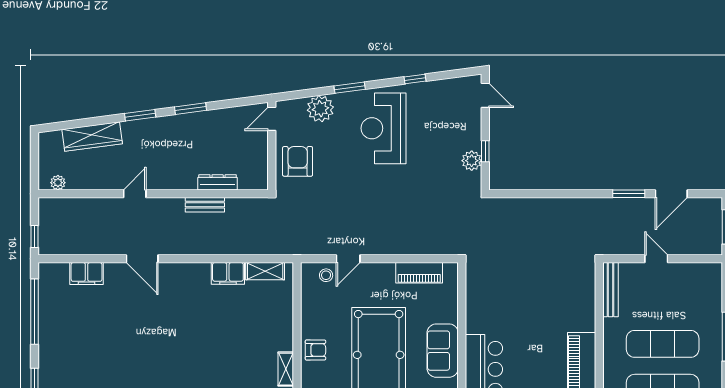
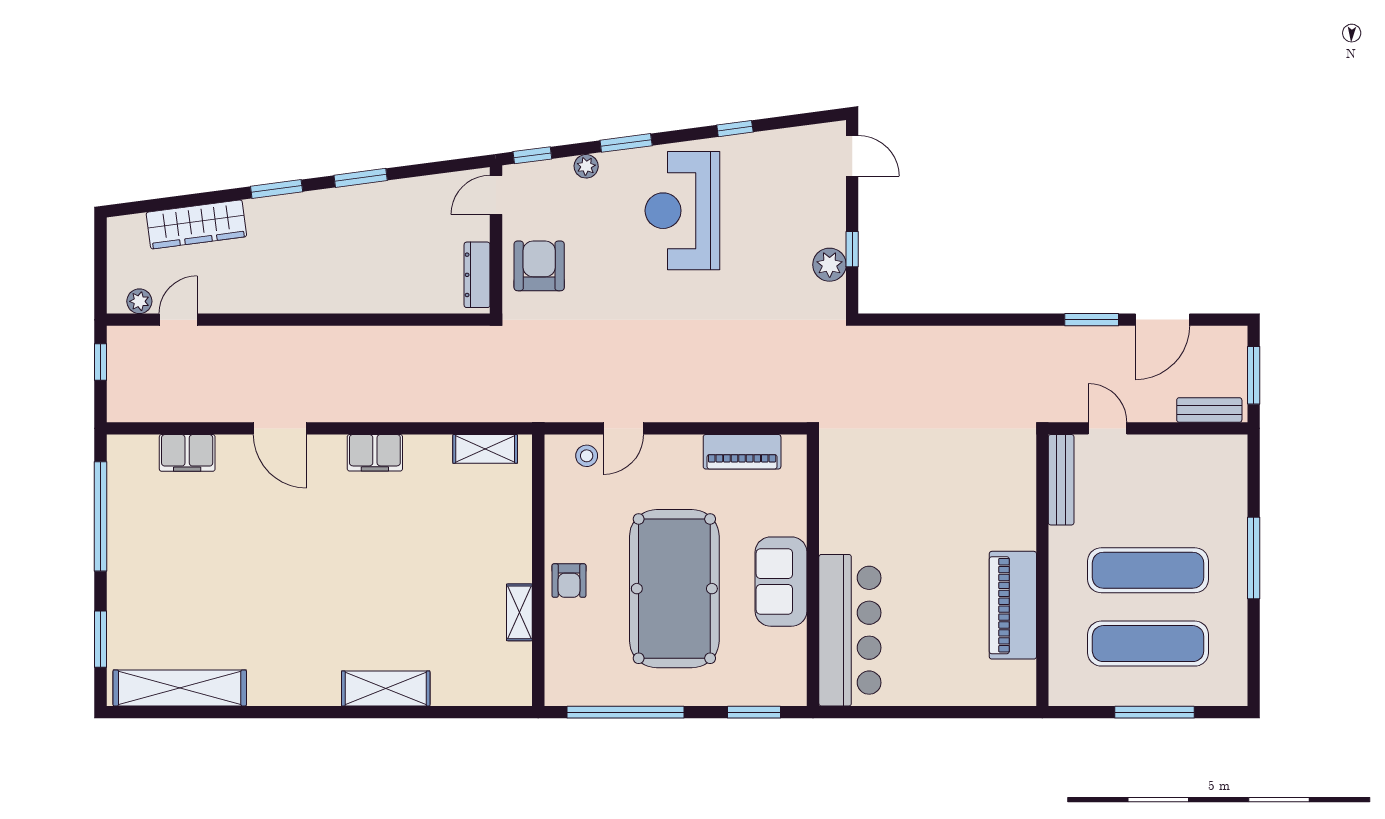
window: (294, 95) -> (532, 155), added
plant: (320, 109) -> (586, 166), width x0.53, depth x0.53
dresser: (218, 182) -> (477, 275), moved, turned -90
door: (135, 194) -> (178, 320), moved
bench: (205, 205) -> (1209, 410), moved
window: (35, 236) -> (101, 362), moved
door: (656, 259) -> (1108, 428), moved
filing cabinet: (228, 273) -> (375, 453), moved
armchair: (315, 350) -> (569, 581), turned 90

